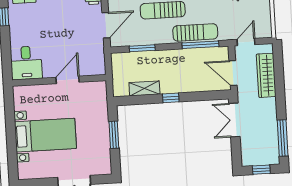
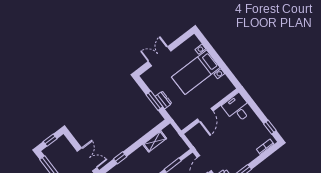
window: (171, 98) -> (120, 158), moved
dresser: (103, 129) -> (163, 100), added

